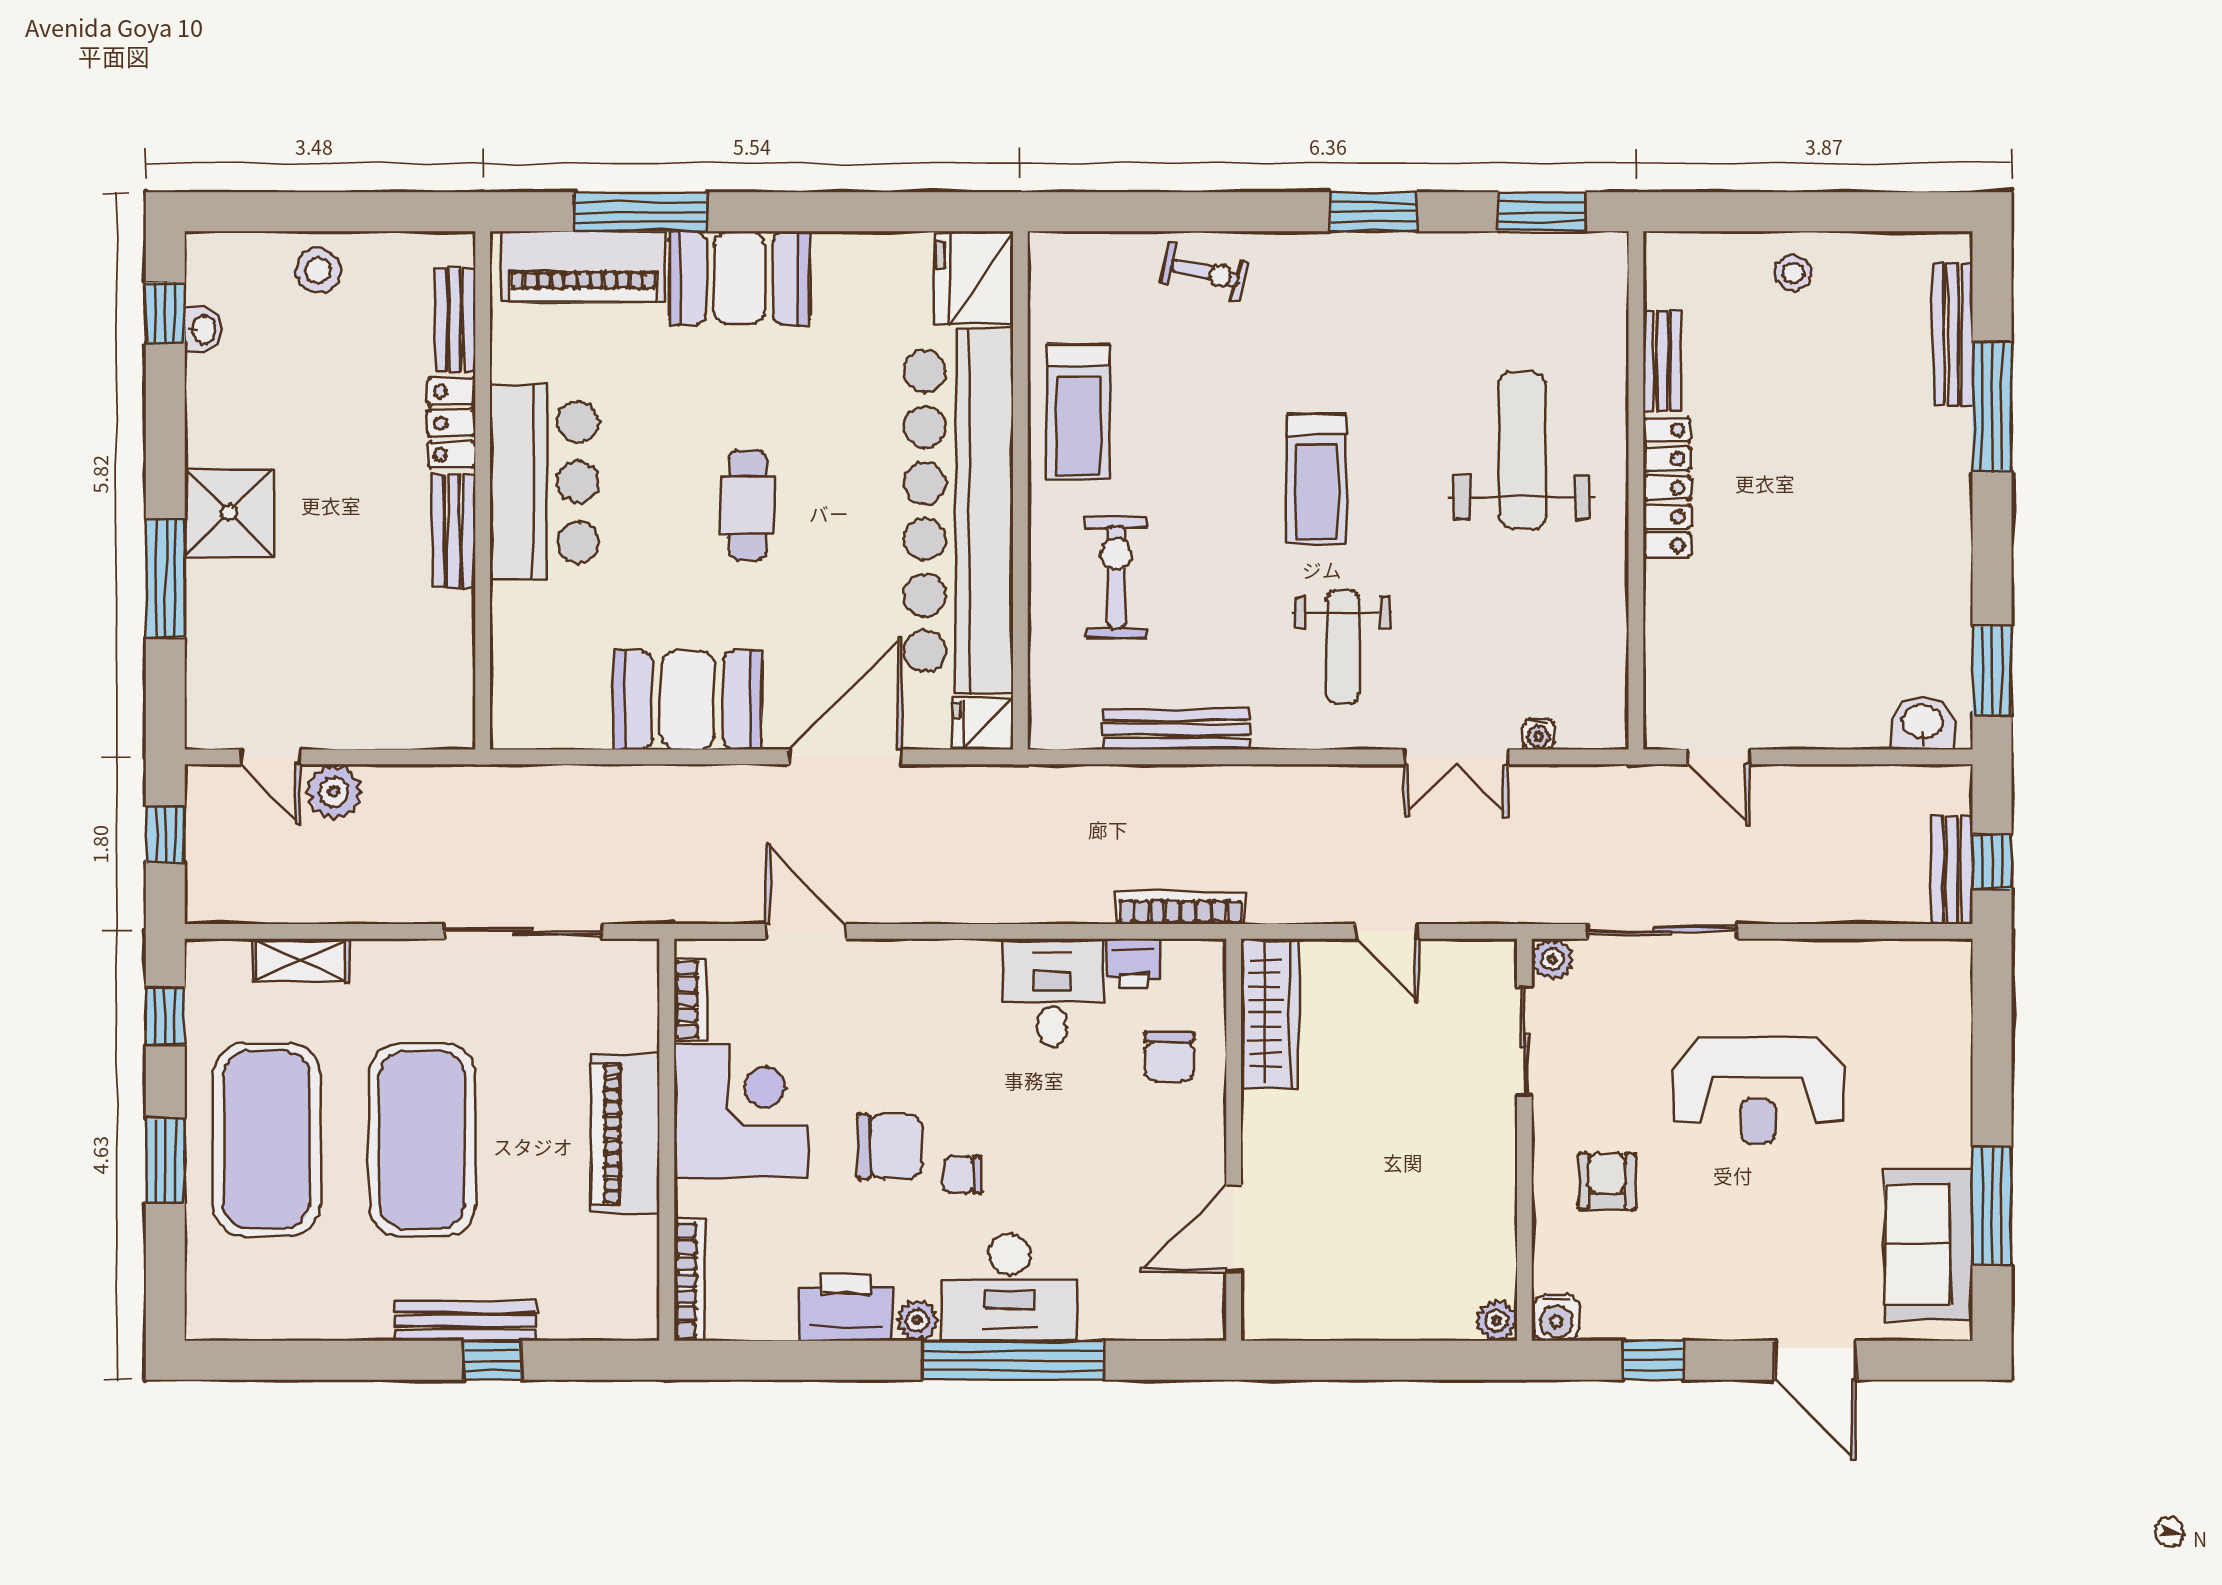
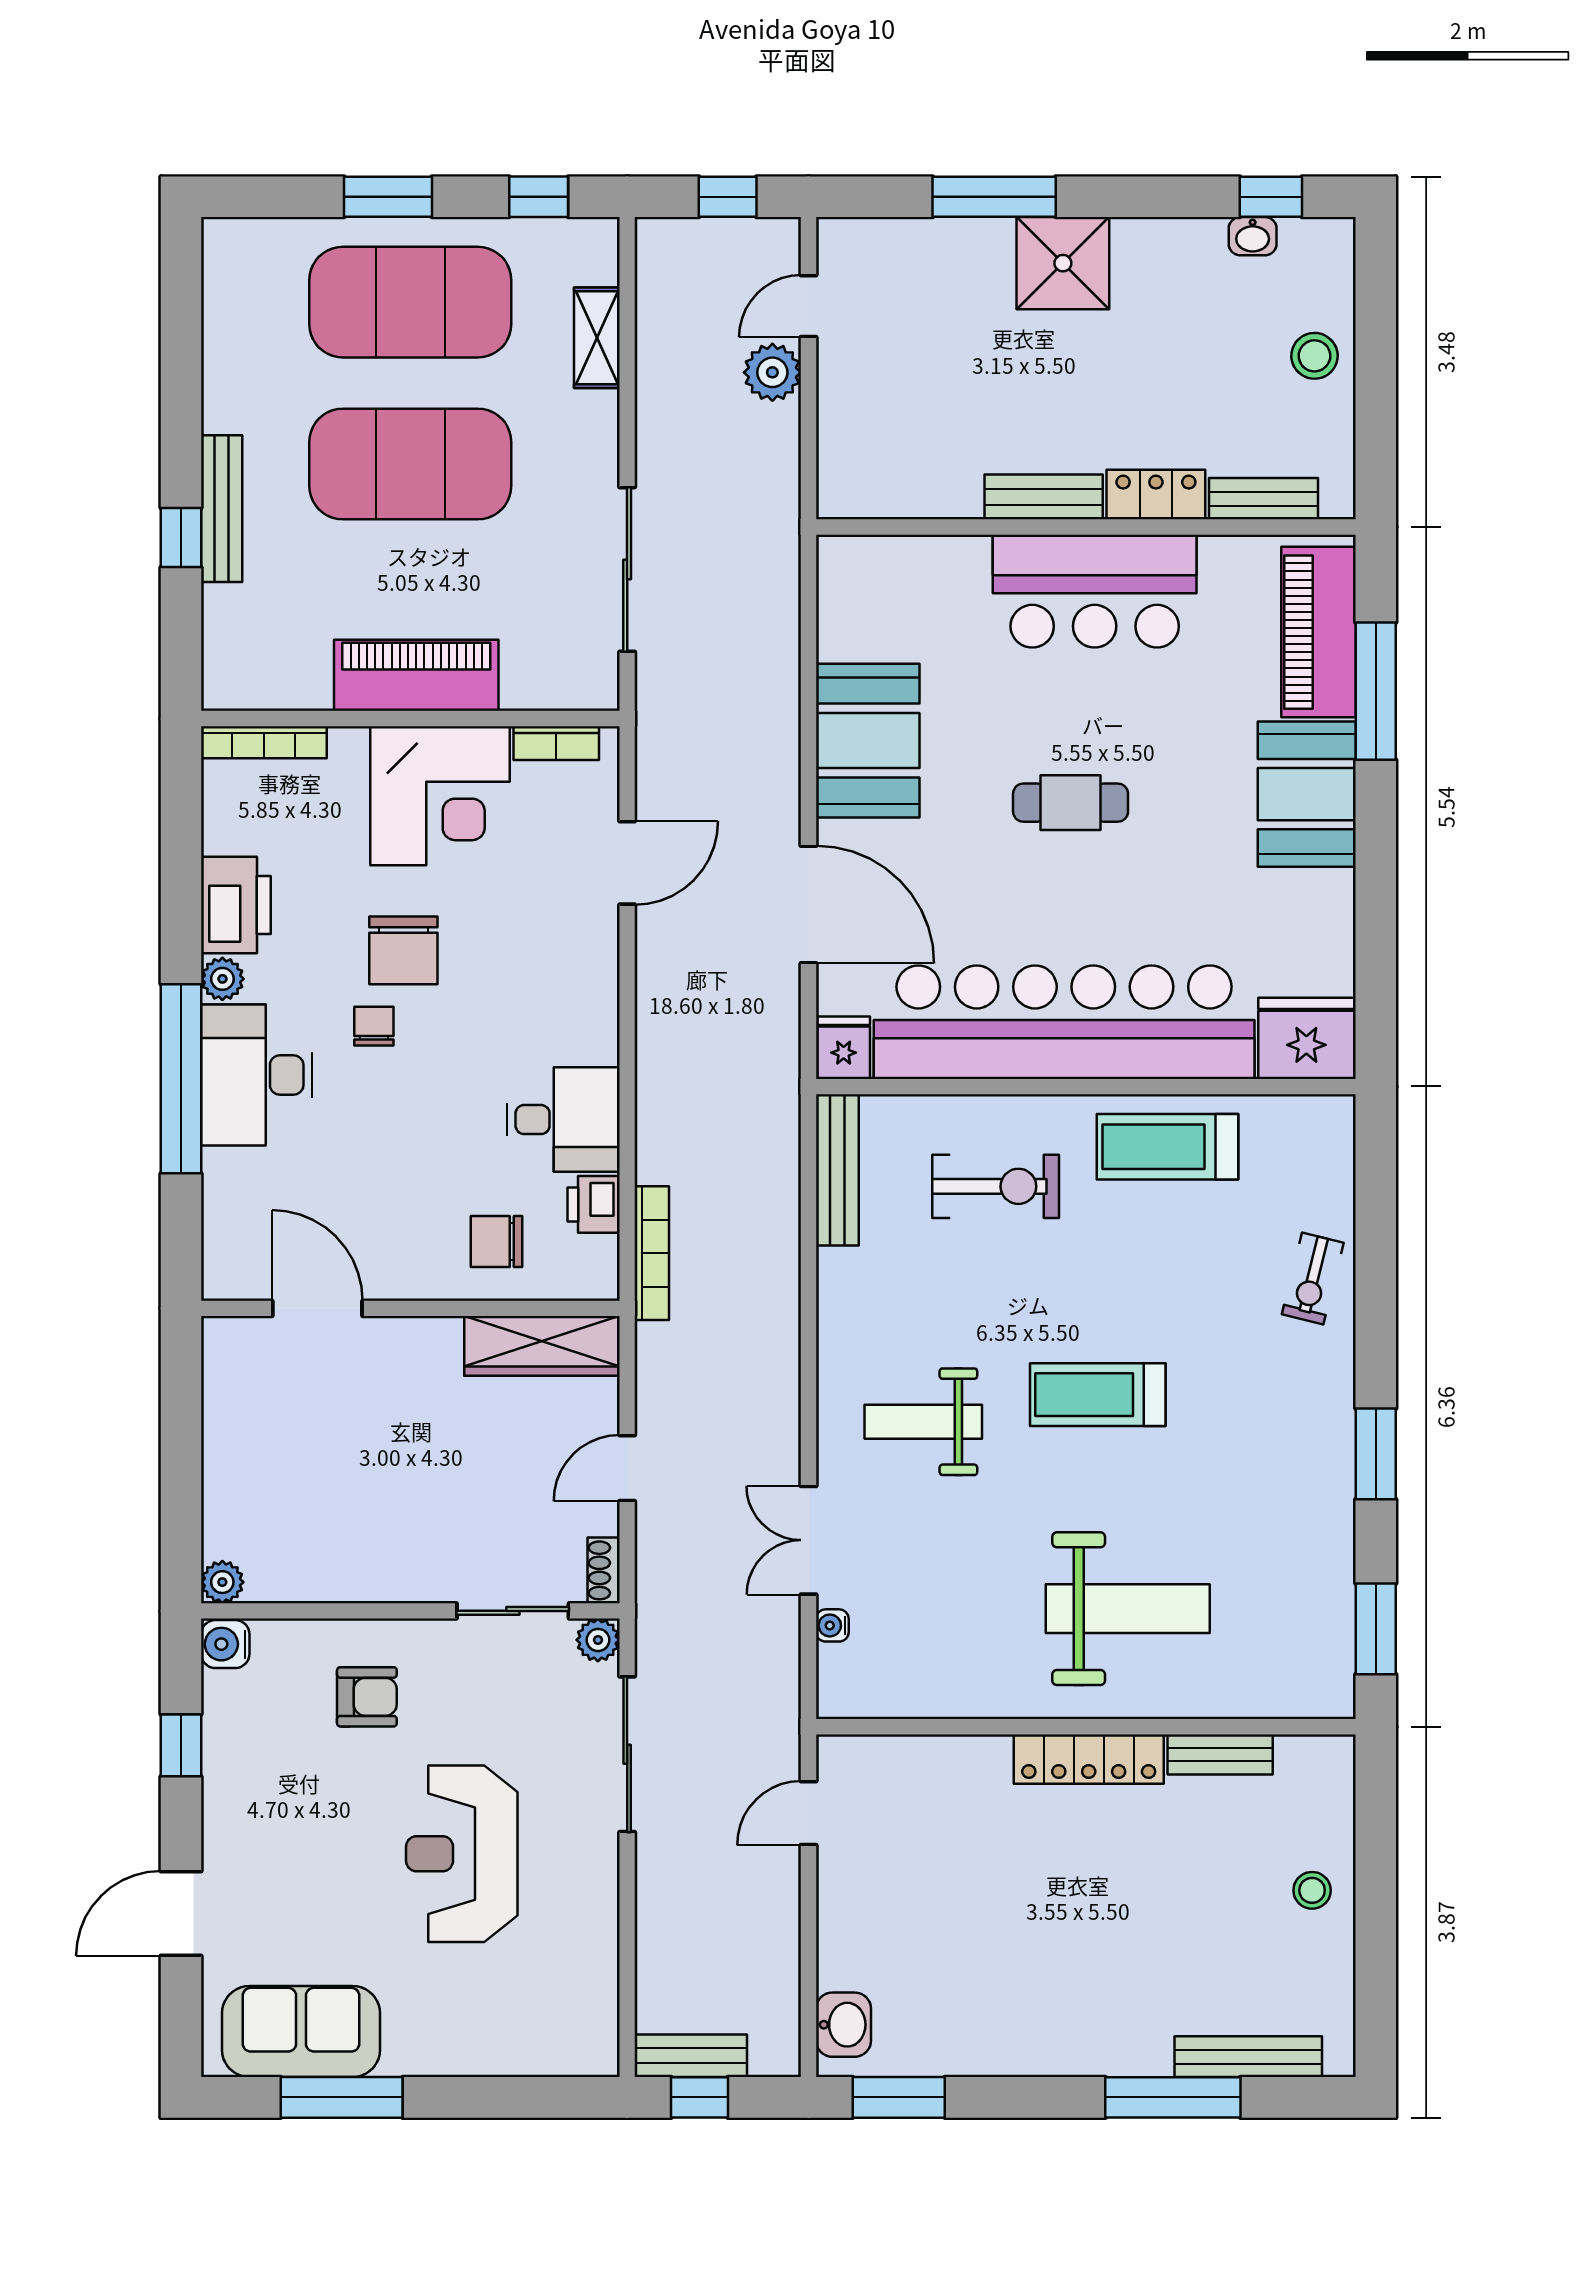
bench: (1176, 729) -> (837, 1170), moved
shoe rack: (1486, 954) -> (604, 1570), added

